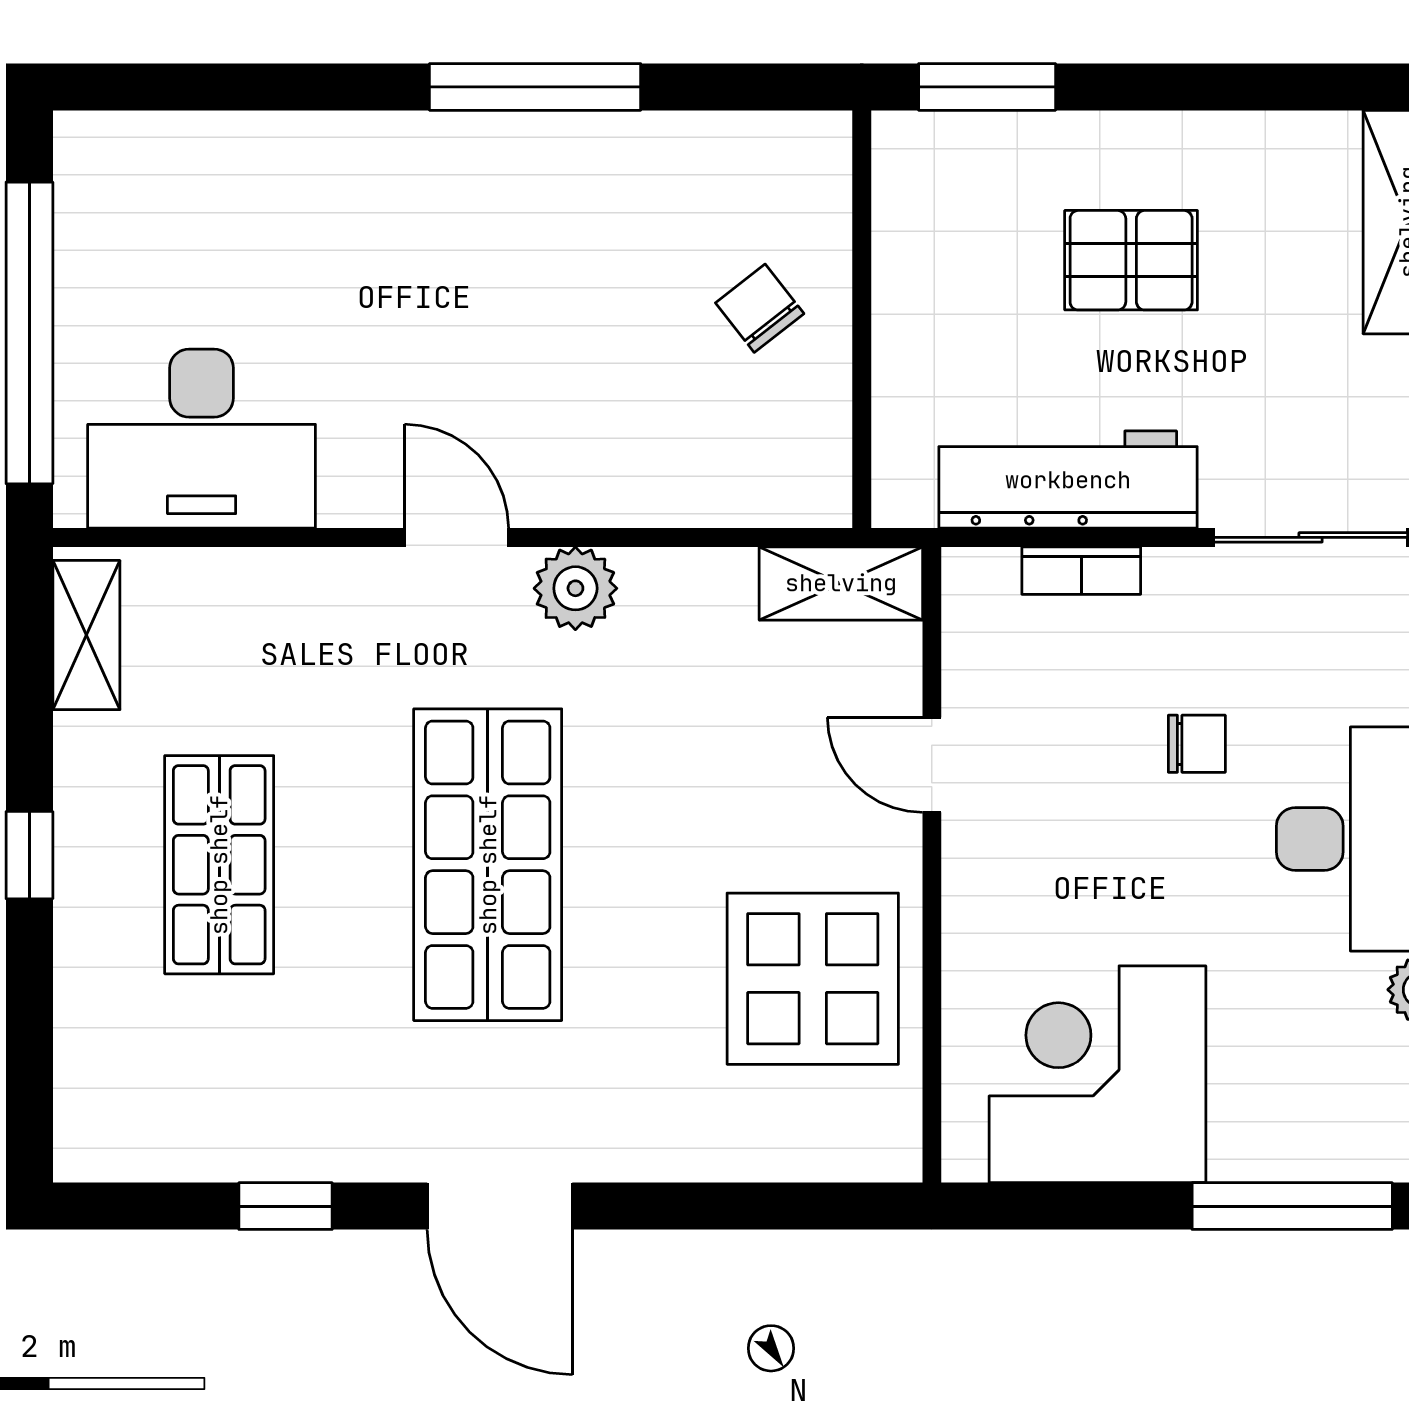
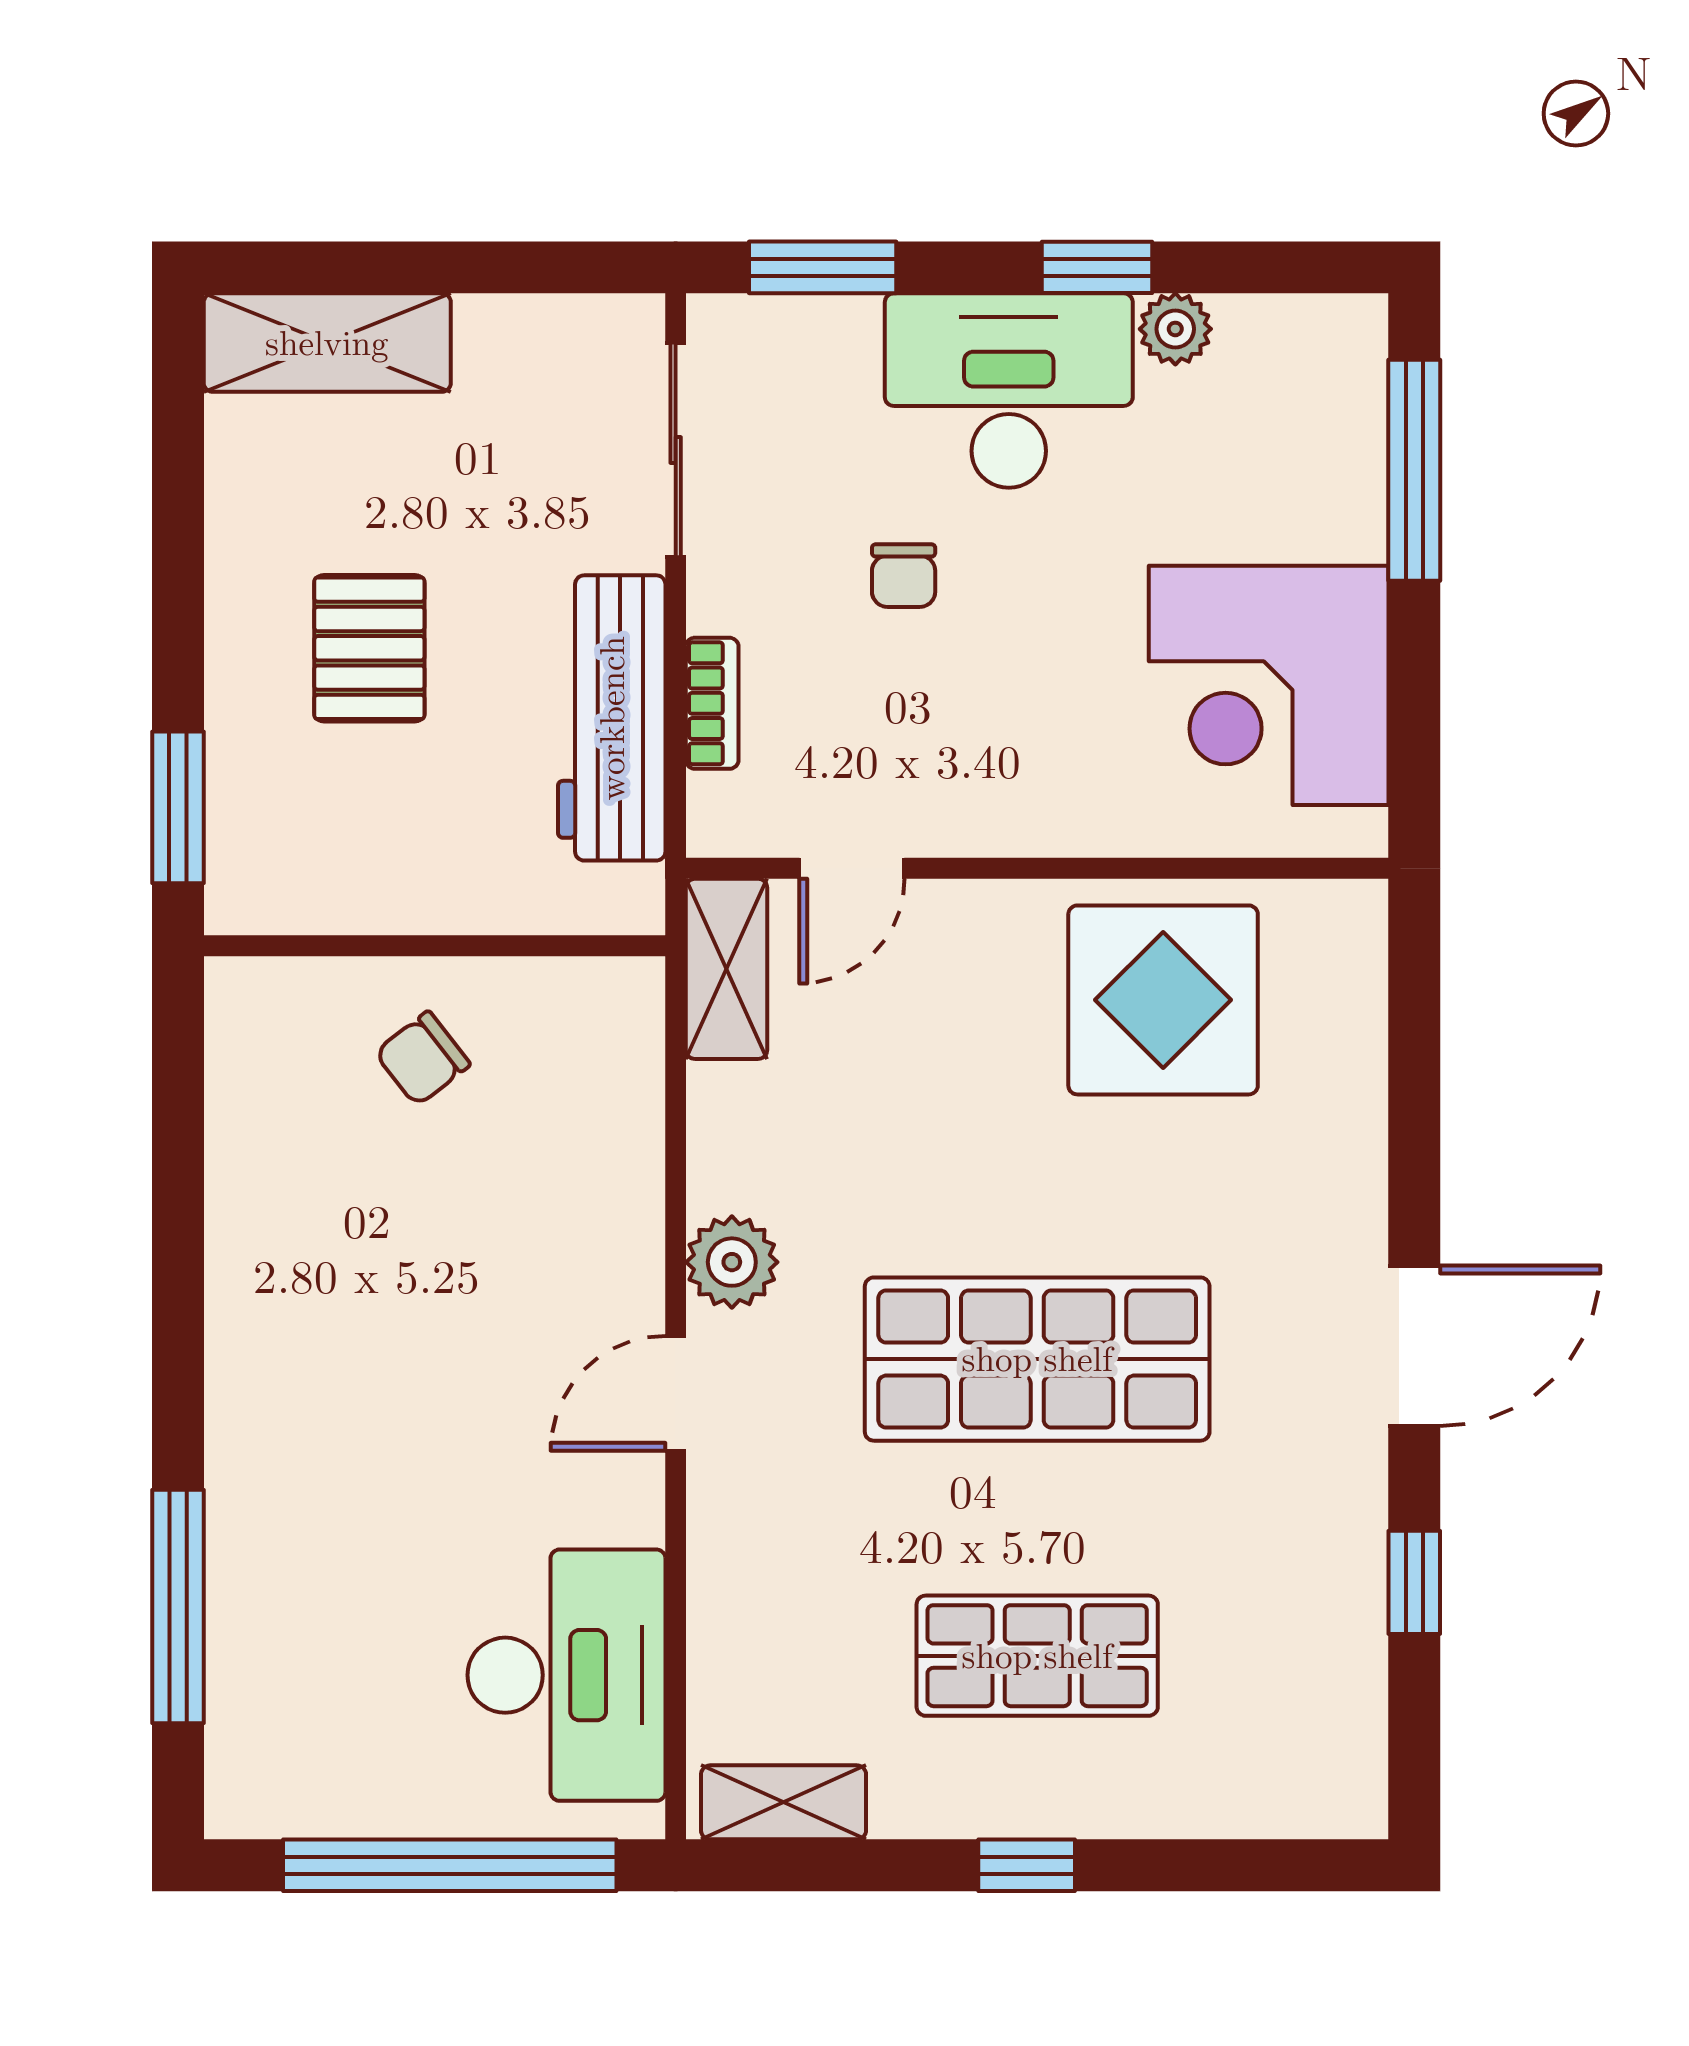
window: (535, 87) -> (178, 1607), moved
chair: (1197, 744) -> (904, 576), turned 180
door: (932, 765) -> (852, 868), moved

